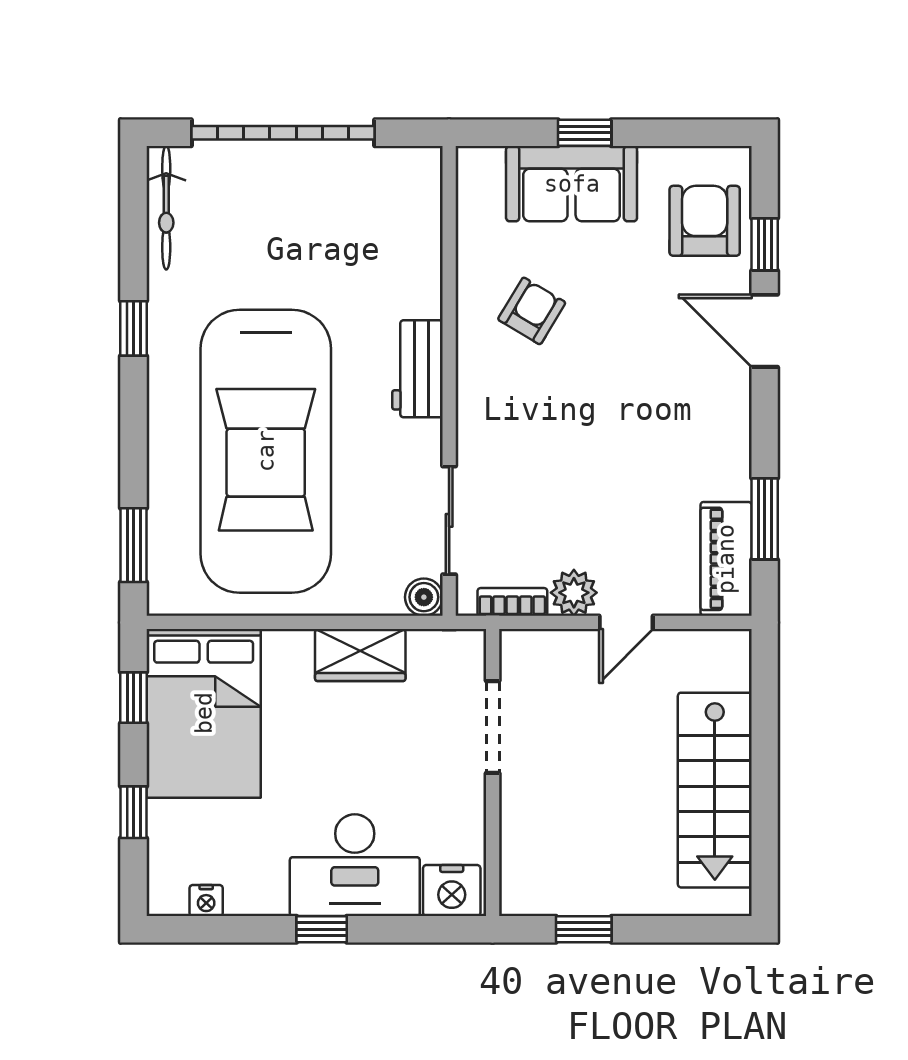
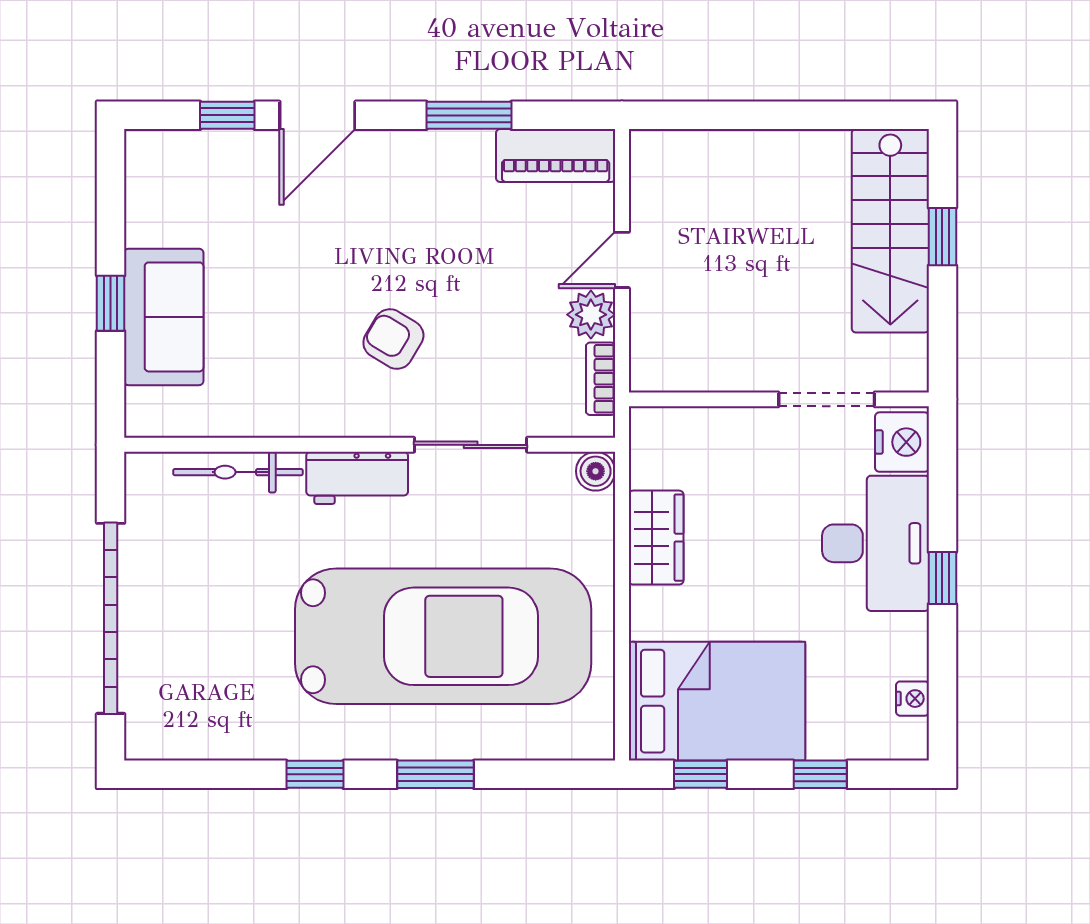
bicycle: (166, 208) -> (238, 472), moved, turned 180
armchair: (705, 221) -> (203, 178), removed
armchair: (532, 311) -> (393, 339), moved
window: (765, 519) -> (469, 115), moved
sliding door: (449, 520) -> (471, 445), moved
window: (134, 545) -> (435, 774), moved
door: (626, 622) -> (622, 260), swing flipped
doorway: (493, 727) -> (827, 399), moved
stairs: (715, 790) -> (890, 231), moved, turned 90
window: (584, 929) -> (942, 237), moved

